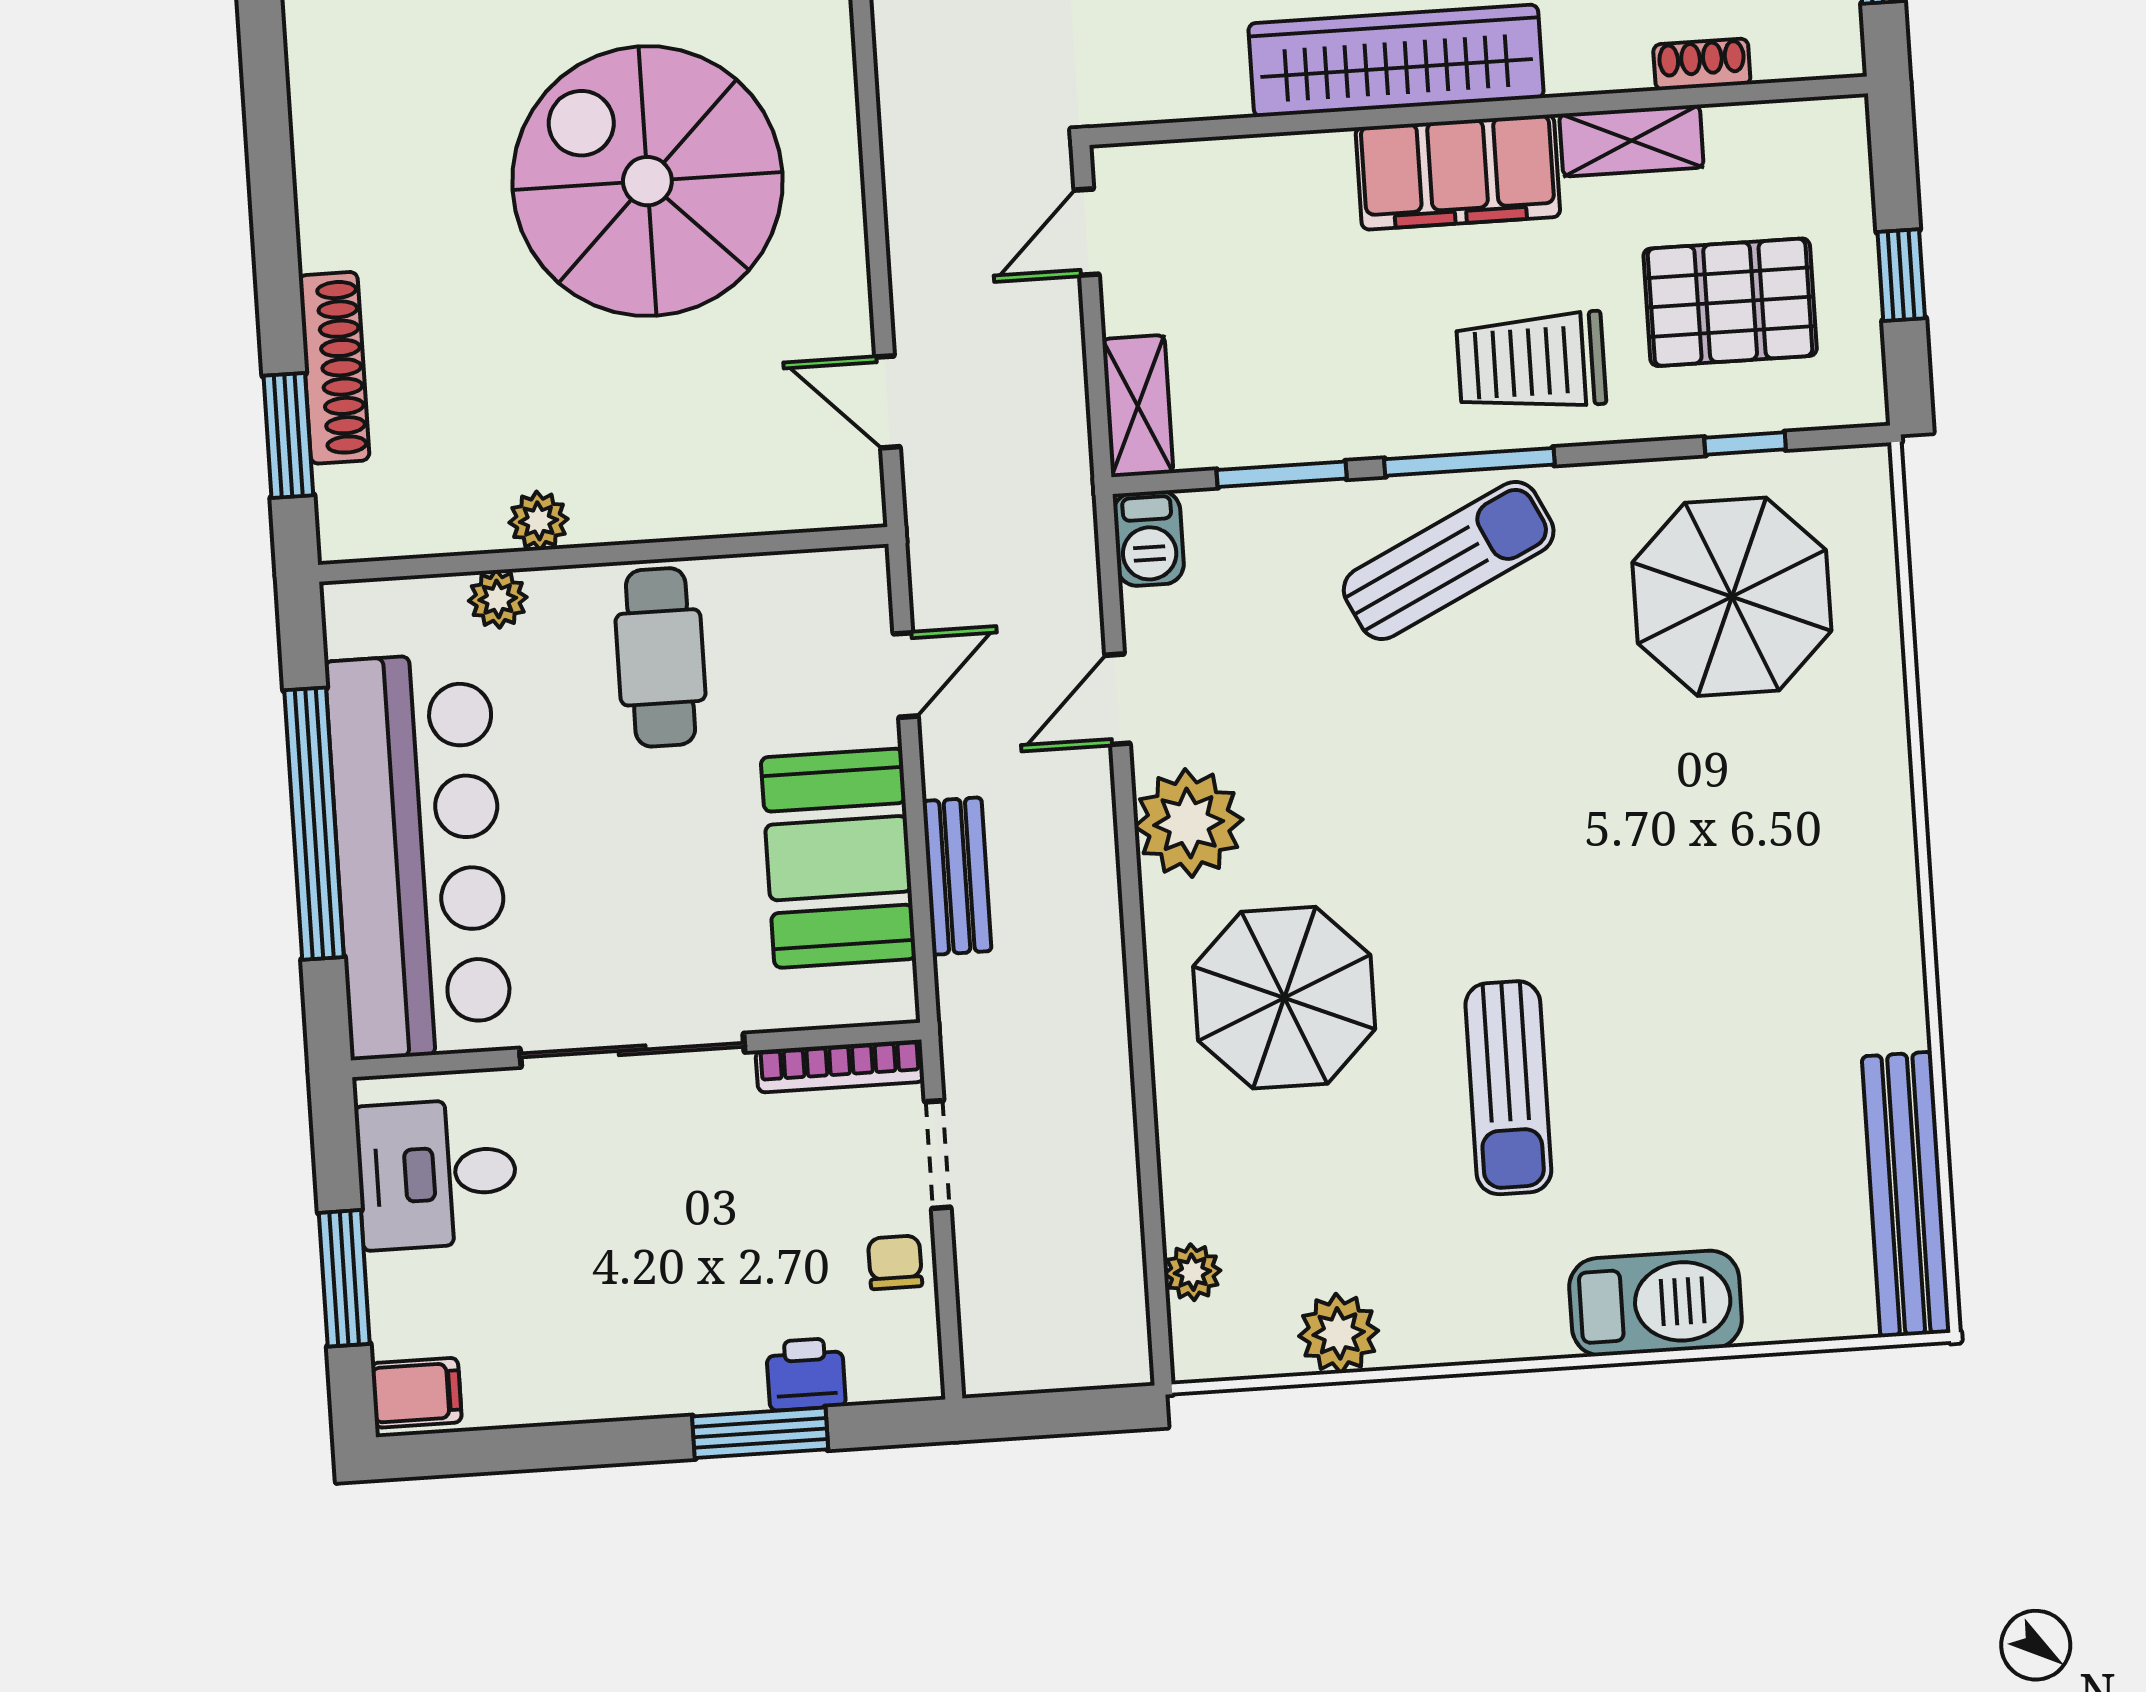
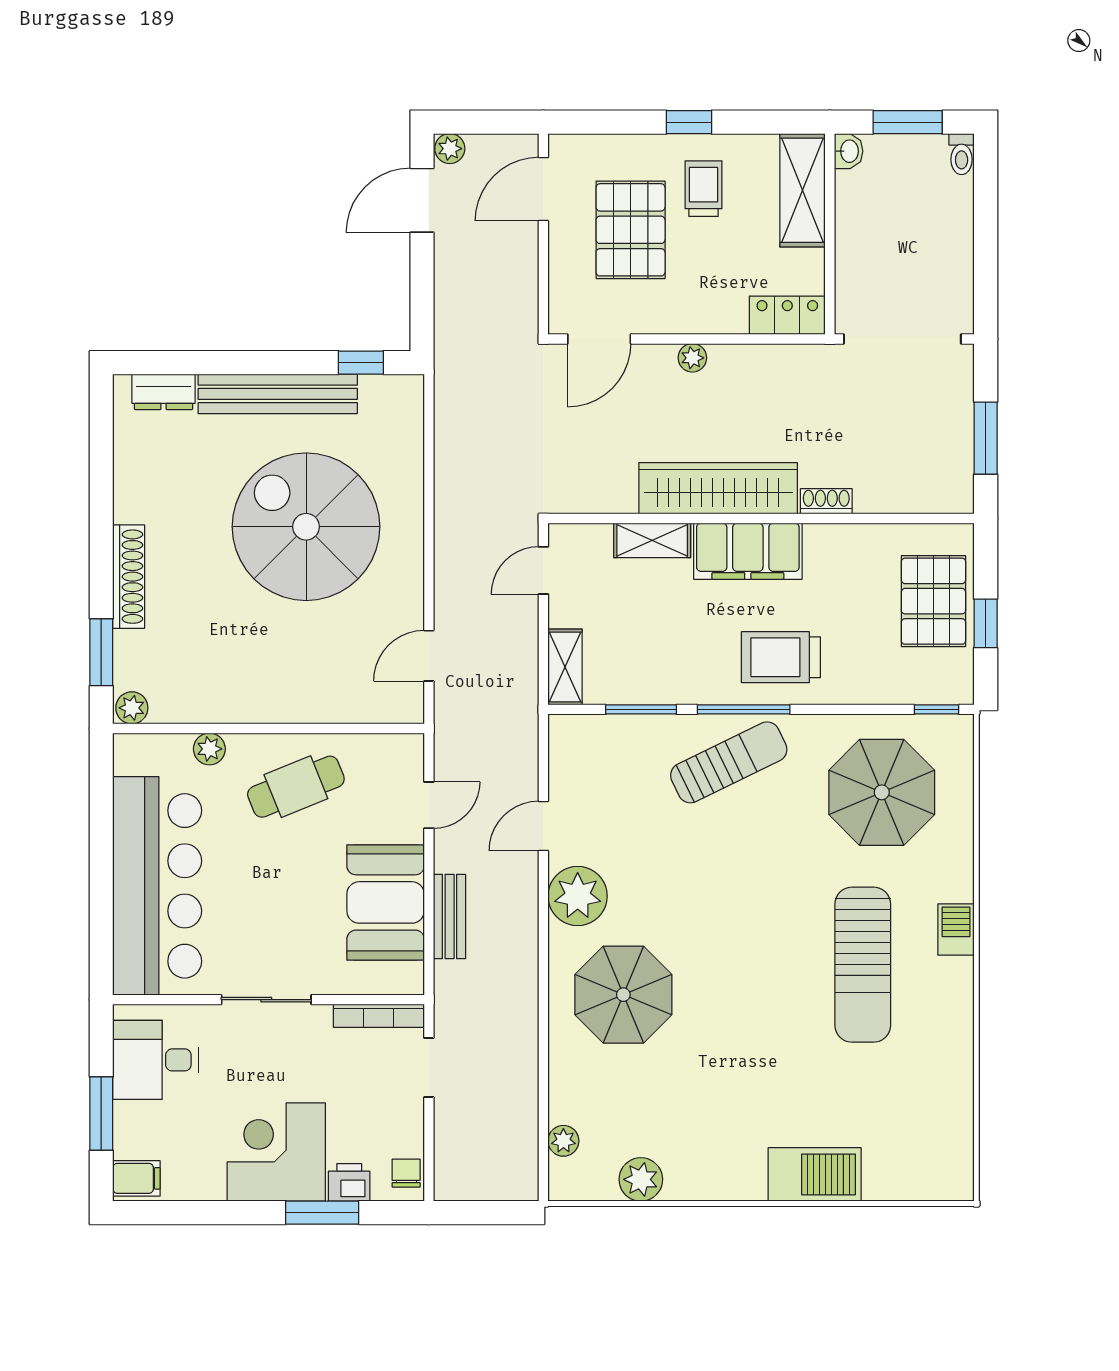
shoe rack: (1702, 64) -> (826, 501), moved
shelving: (1631, 141) -> (652, 540), moved
pallet: (1730, 302) -> (933, 601), moved, turned 90
shoe rack: (334, 368) -> (129, 577), moved
door: (888, 402) -> (429, 656), hinge flipped
window: (1745, 443) -> (937, 709), moved
plant: (538, 521) -> (132, 708), moved
barbecue: (1149, 538) -> (956, 929), moved, turned 180
cafe table: (661, 657) -> (296, 787), turned 68
window: (314, 824) -> (101, 865), removed
sliding door: (632, 1050) -> (266, 1000), width x0.73
sun lounger: (1508, 1088) -> (863, 965), moved, width x1.36, depth x1.34
bench: (1906, 1194) -> (955, 1124), removed
chair: (895, 1262) -> (406, 1173), moved
corner desk: (669, 1328) -> (276, 1152), added

